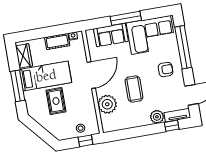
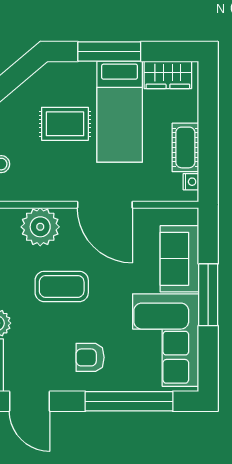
armchair: (166, 70) -> (90, 357), turned 90

